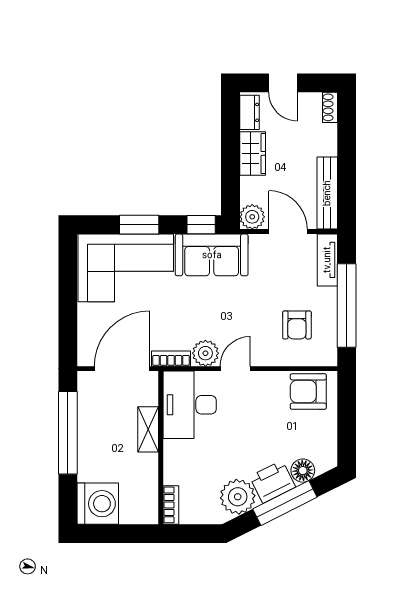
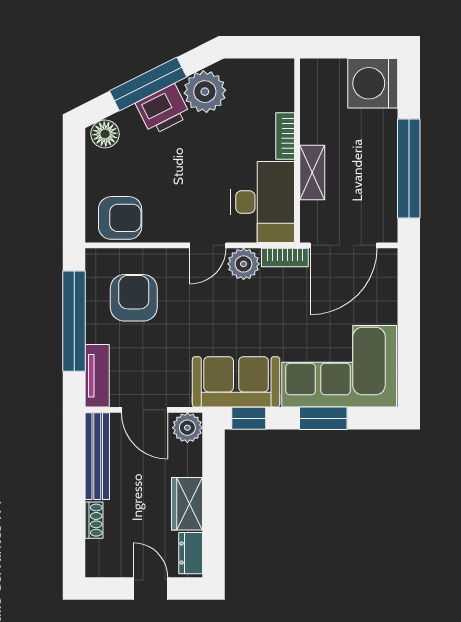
shoe rack: (330, 107) -> (94, 520), moved
armchair: (297, 325) -> (134, 298), width x1.38, depth x1.38
floor lamp: (303, 471) -> (105, 134), moved
bookcase: (171, 505) -> (285, 136), moved

